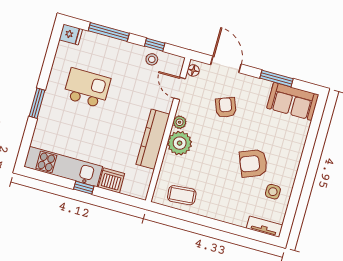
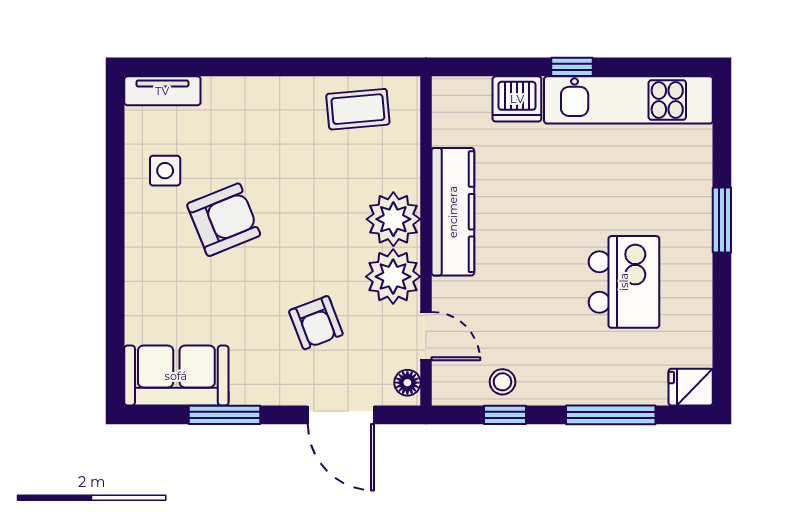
kitchen island: (87, 88) -> (624, 282), turned -90
plant: (180, 122) -> (393, 277), width x1.88, depth x1.88

